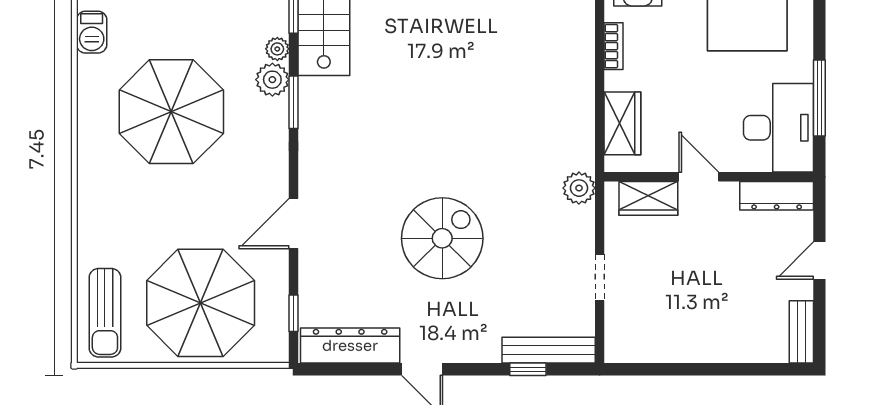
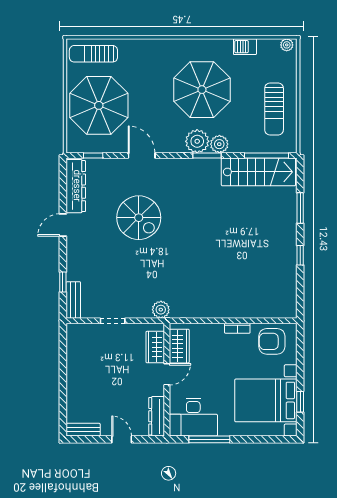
plant: (277, 49) -> (197, 141), moved, width x1.88, depth x1.88
wardrobe: (622, 123) -> (179, 346), moved, turned -90
spiral stairs: (442, 238) -> (139, 218), moved
bench: (549, 350) -> (73, 300), width x0.73

